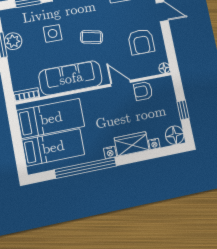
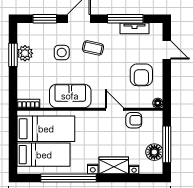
coffee table: (92, 37) -> (93, 48), moved
sofa: (71, 78) -> (70, 96), width x0.73
armchair: (143, 91) -> (134, 120), turned 180
window: (183, 110) -> (167, 144), width x2.17
floor lamp: (175, 135) -> (154, 152), moved

